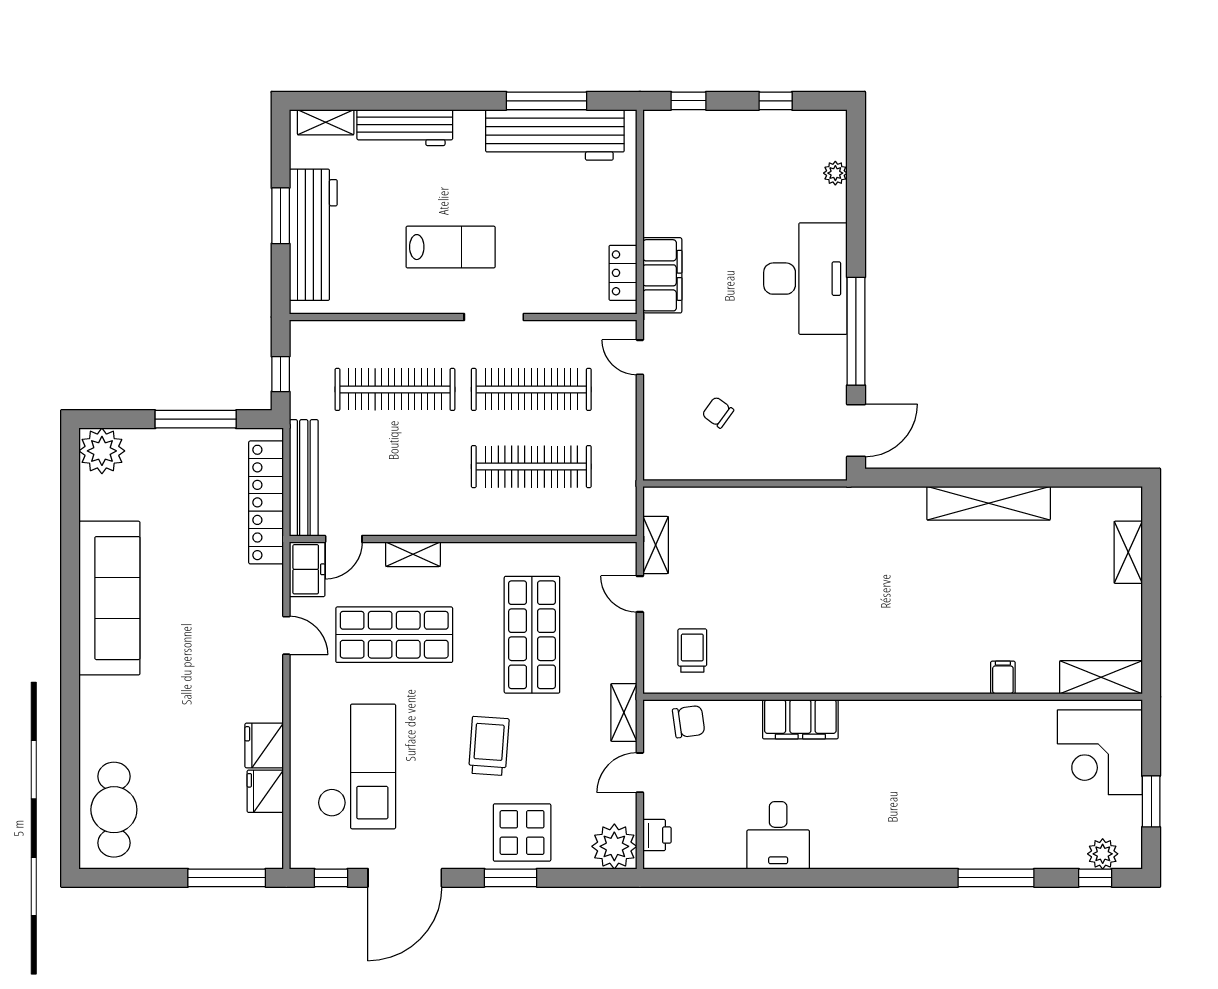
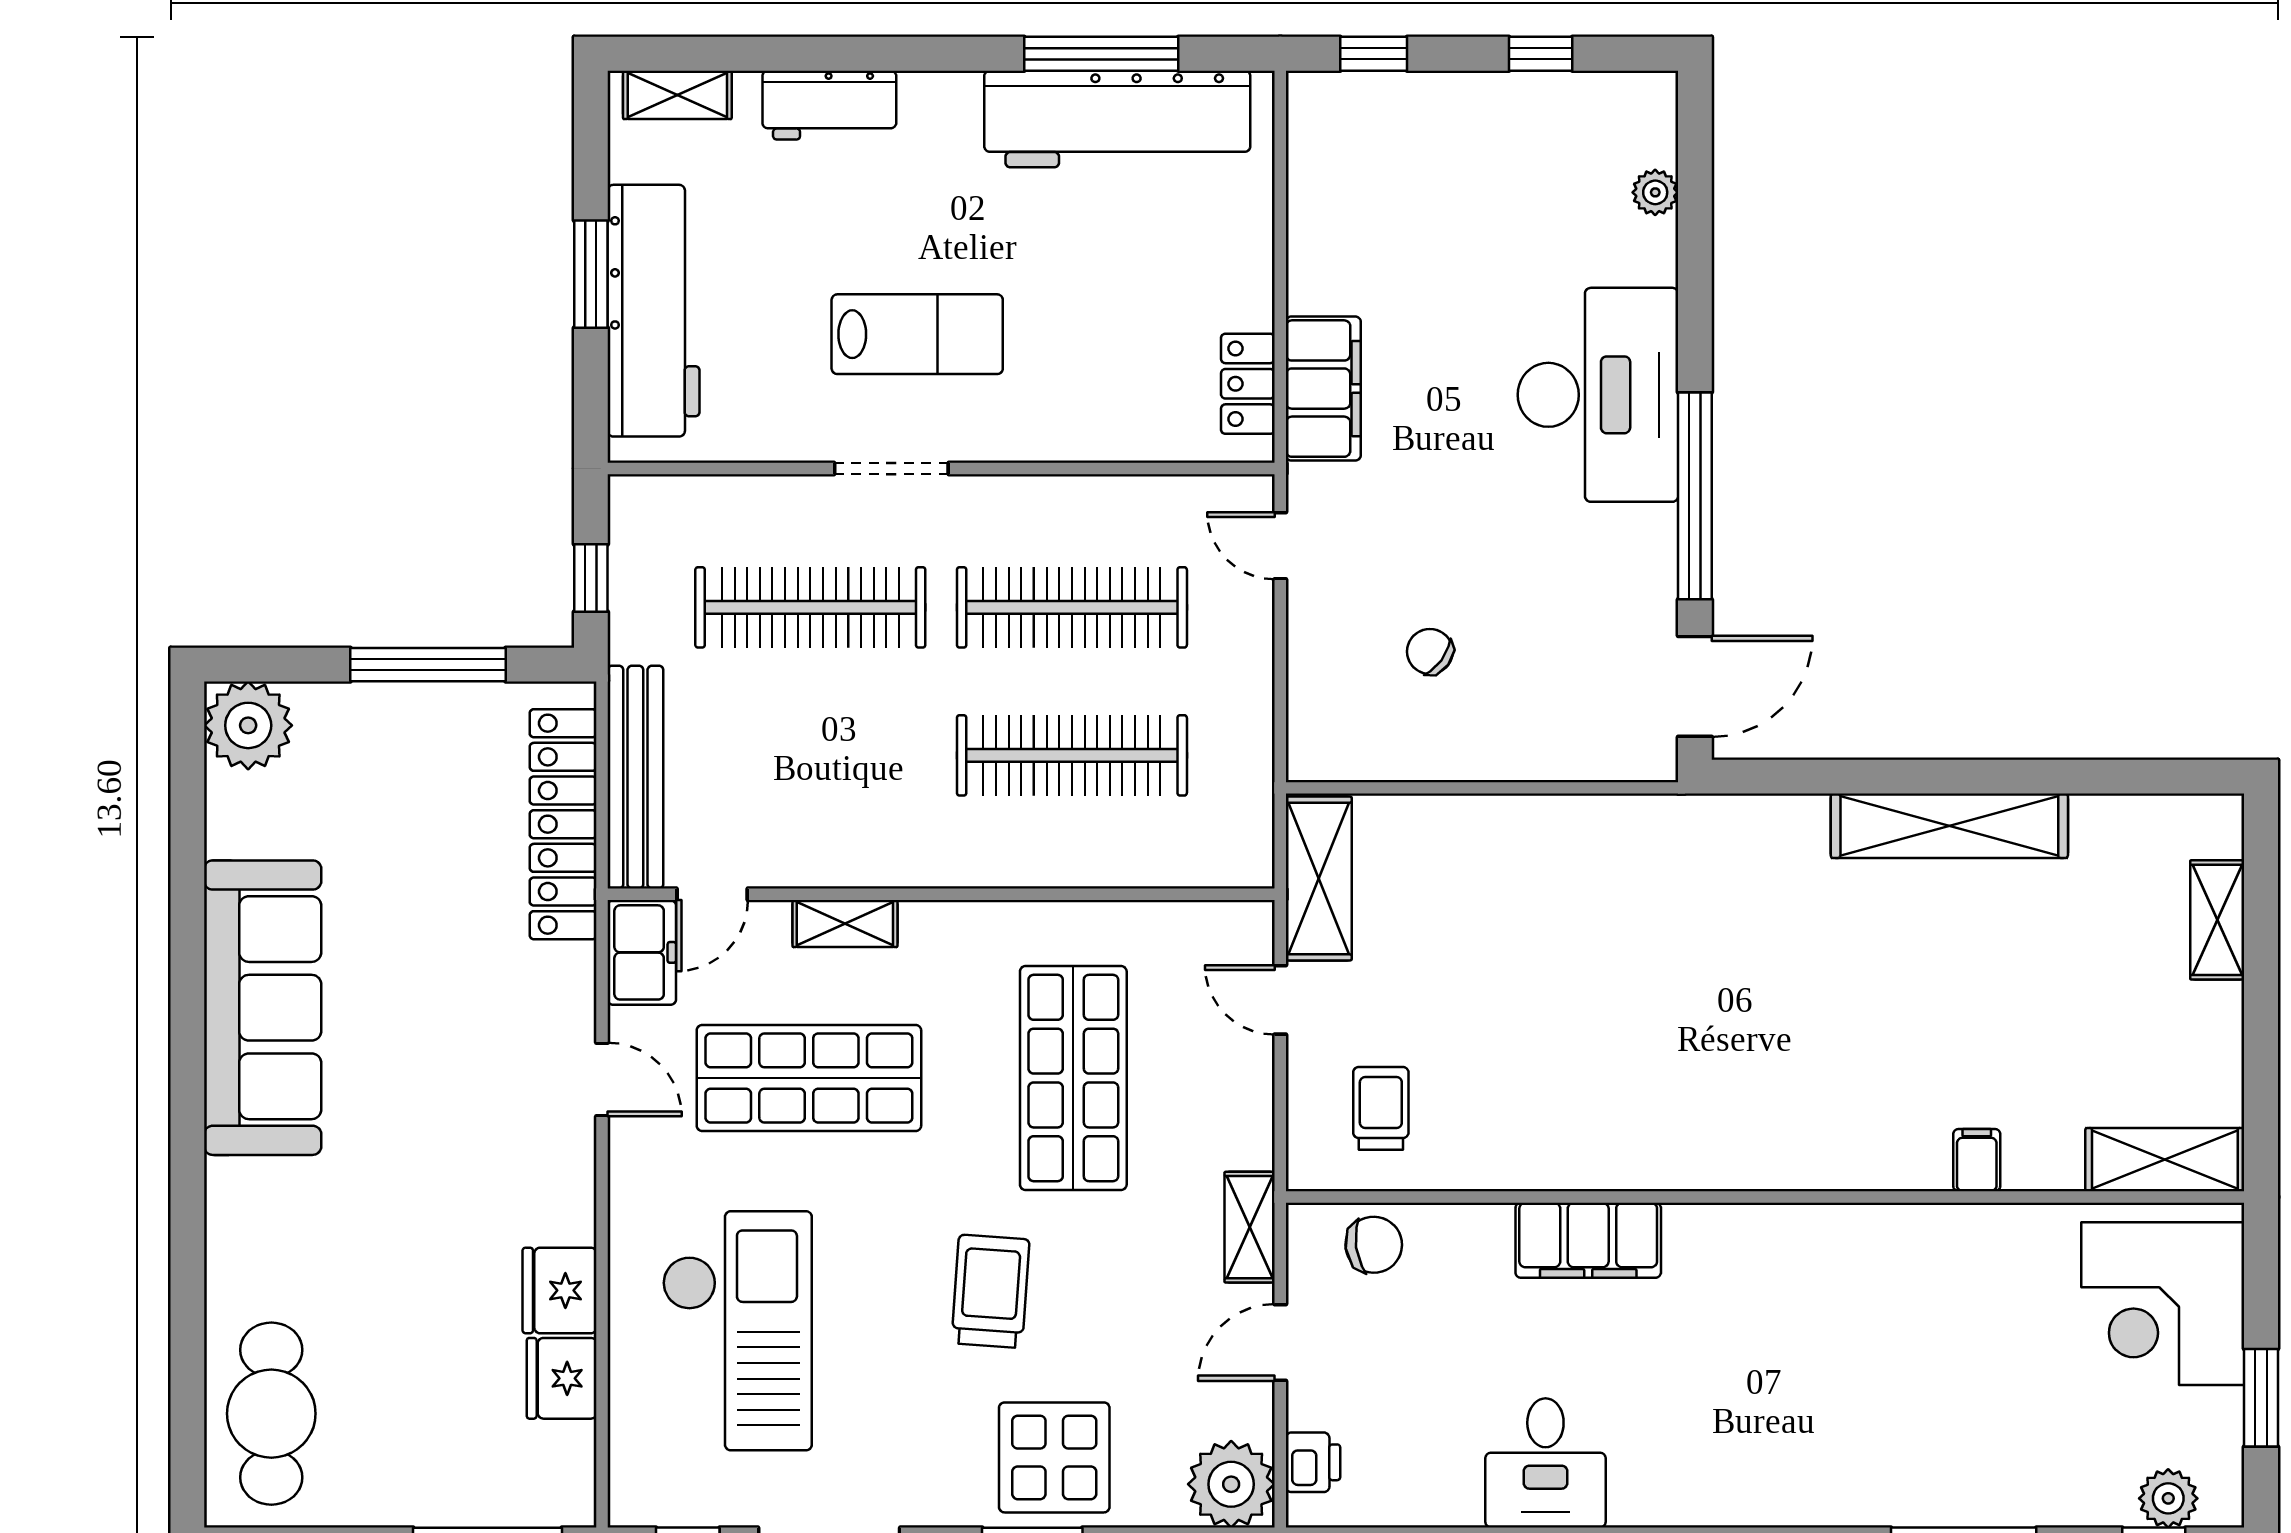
workbench: (405, 128) -> (829, 105), width x0.73
doorway: (494, 317) -> (891, 468), moved
shelving: (656, 545) -> (1319, 879), width x1.50, depth x1.33

